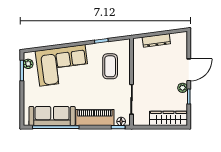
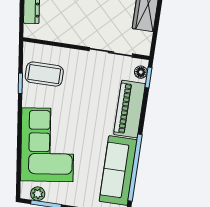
coffee table: (110, 66) -> (44, 74), moved

